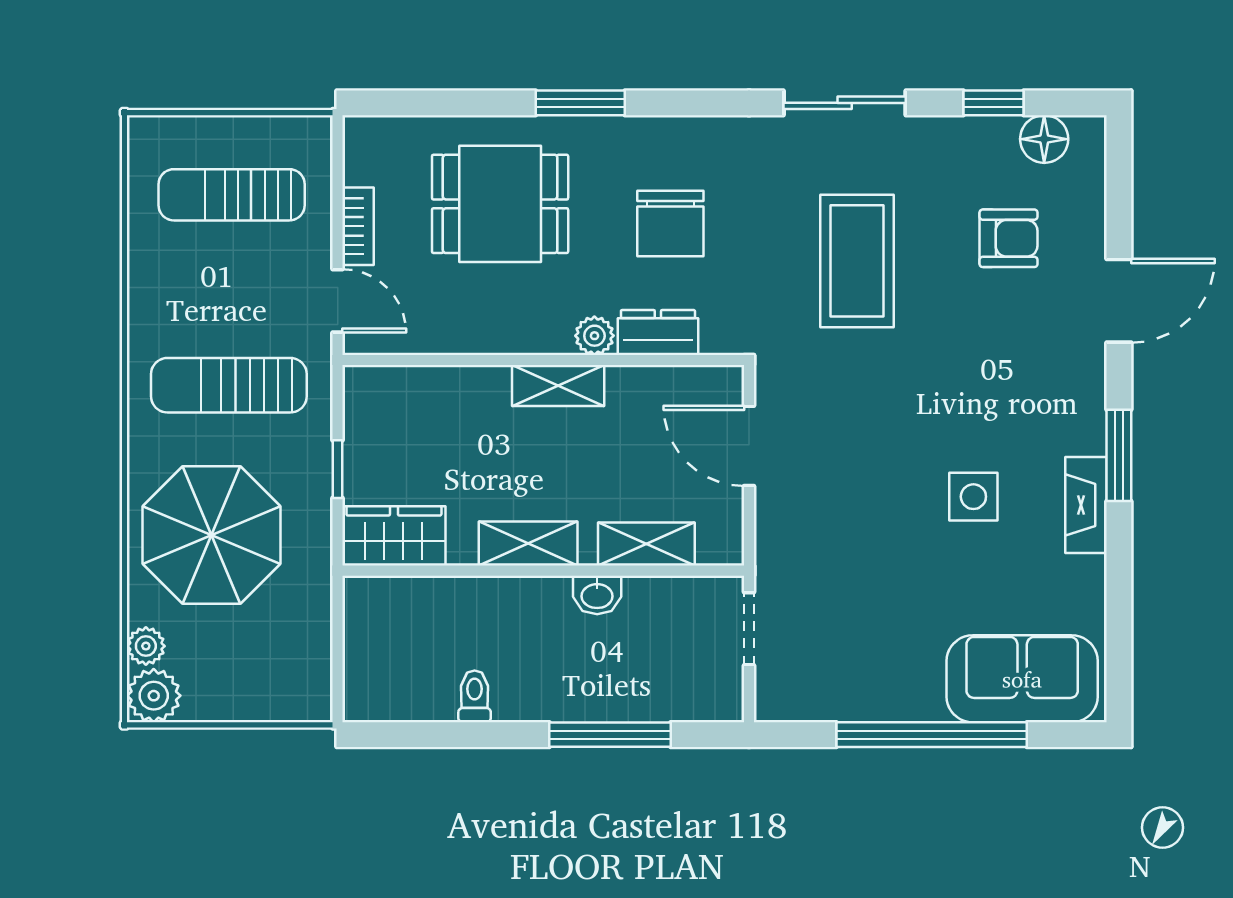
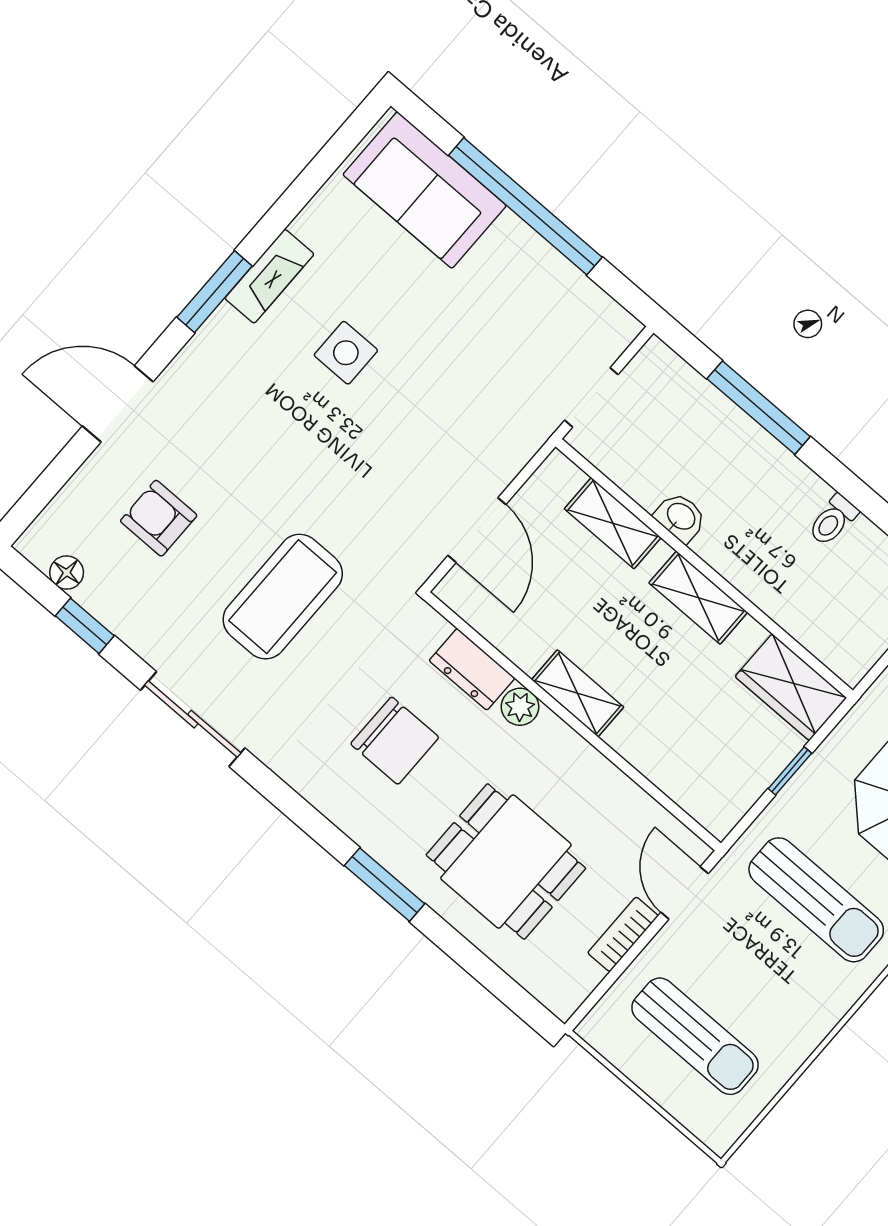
floor lamp: (1044, 139) -> (67, 573), width x0.73, depth x0.73
chair: (670, 224) -> (395, 741), turned 90

